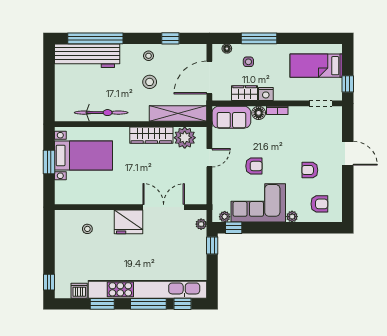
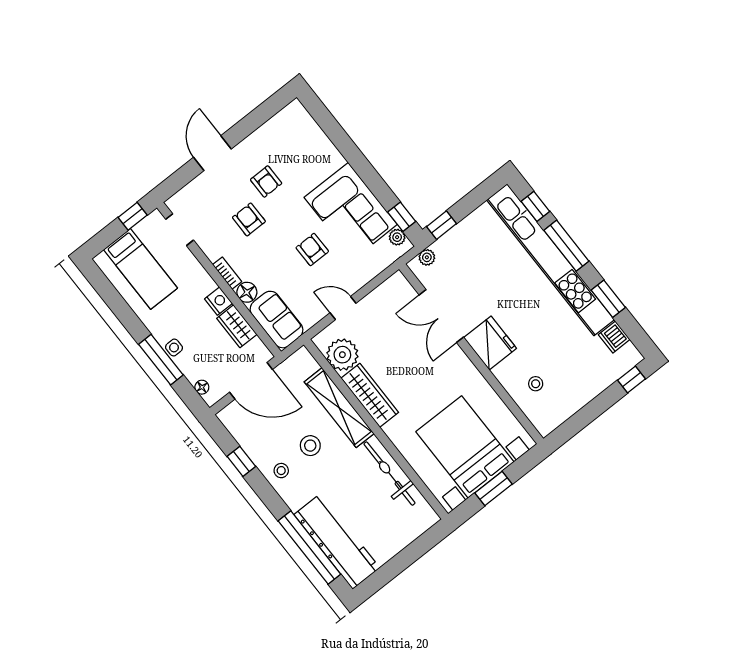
side table: (248, 62) -> (174, 347), moved
shelving: (178, 113) -> (339, 408), moved
bed with nightstands: (83, 155) -> (465, 447), width x1.36
armchair: (319, 204) -> (249, 219), moved
plant: (292, 217) -> (336, 160), removed

